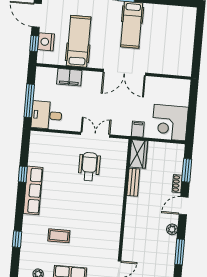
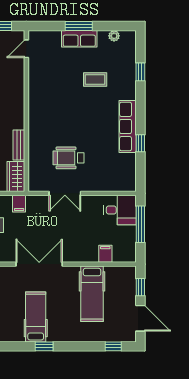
nightstand: (46, 42) -> (128, 290), removed
filing cabinet: (69, 77) -> (105, 254), width x0.50
wheelchair: (89, 167) -> (68, 158), turned 90

